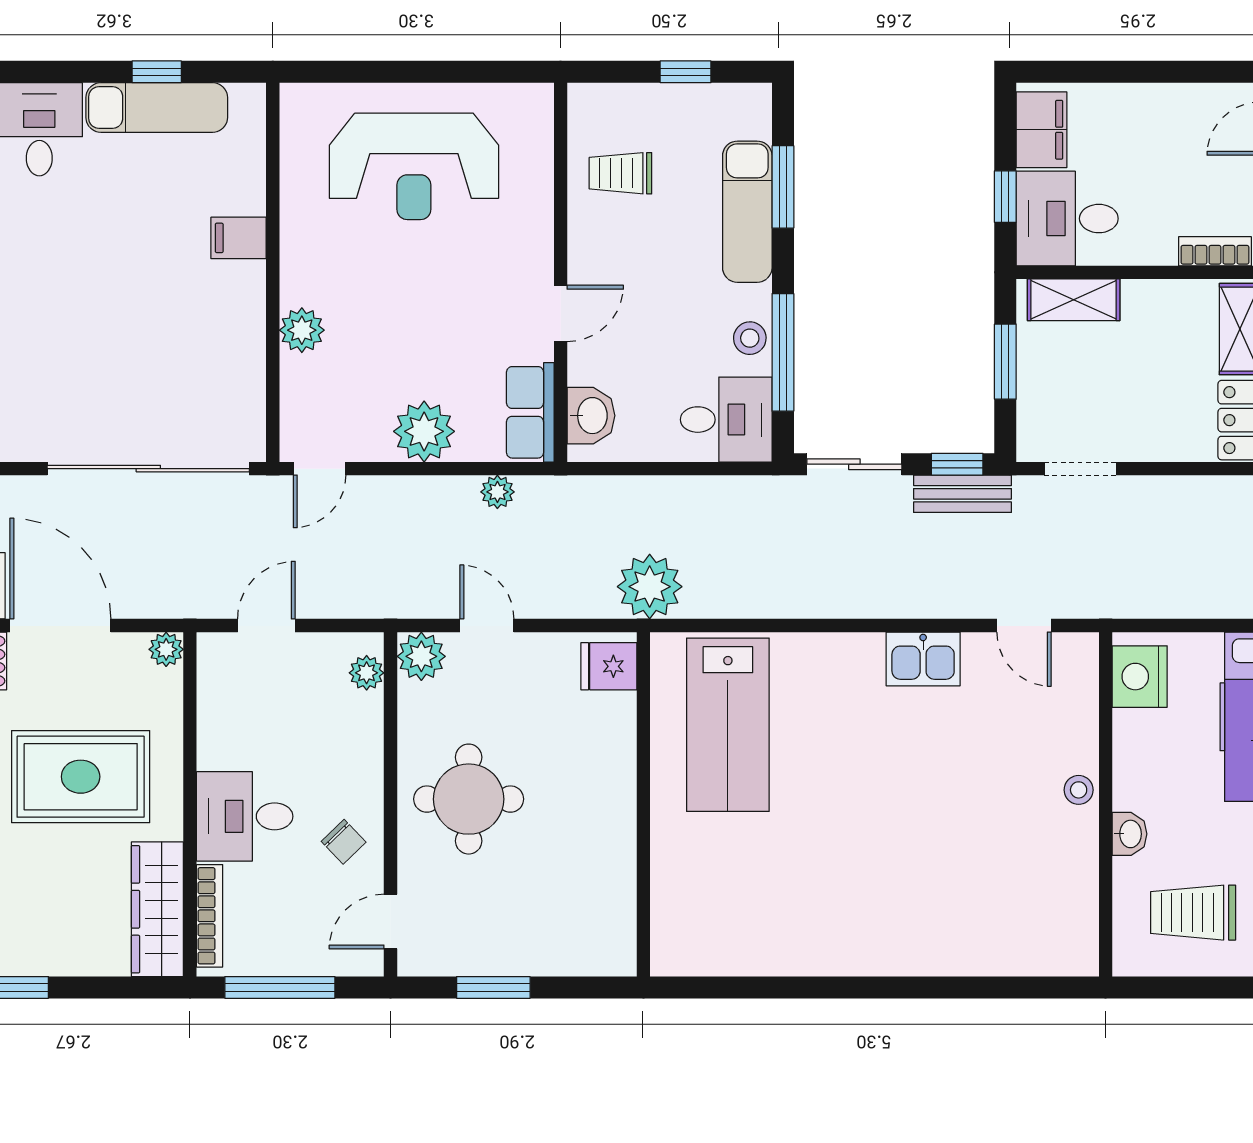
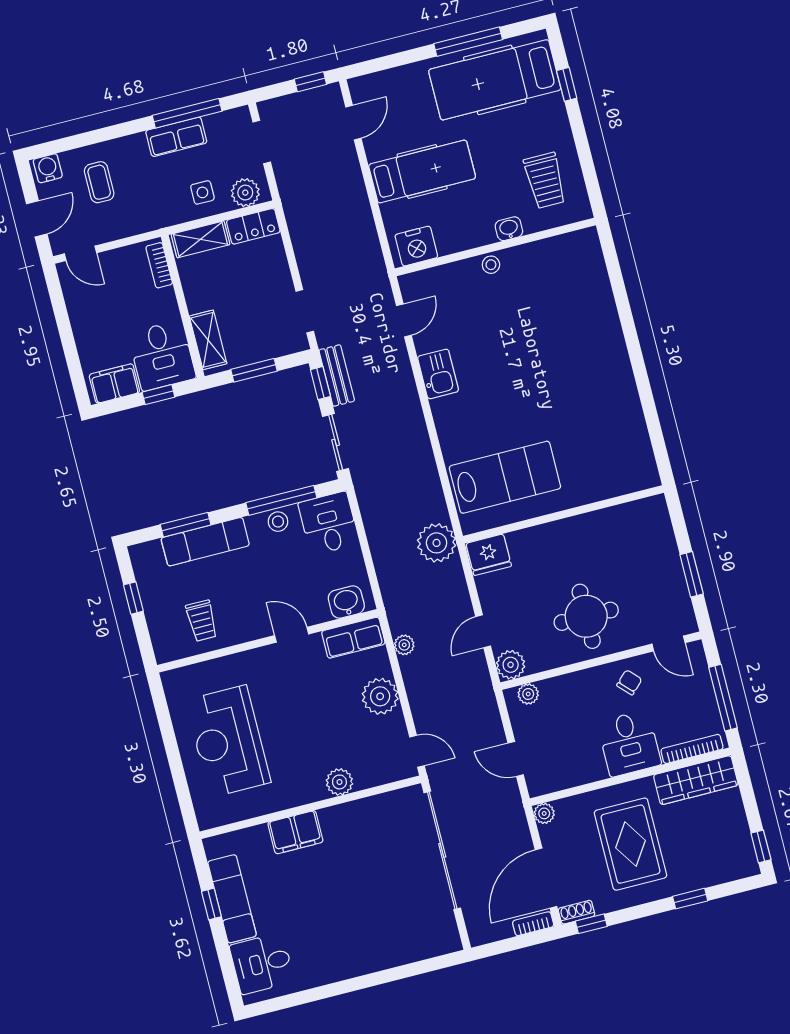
reception desk: (414, 166) -> (228, 741), turned 180
filing cabinet: (239, 238) -> (295, 832), width x2.00
fridge: (609, 666) -> (489, 555), width x1.38

